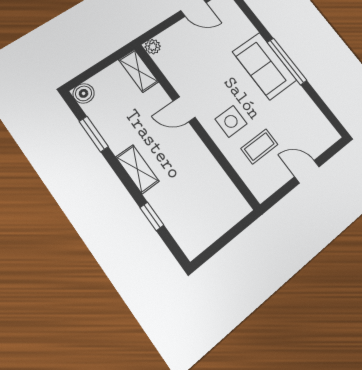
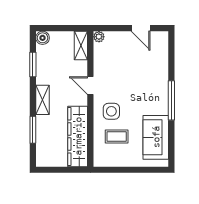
sofa: (265, 66) -> (156, 137), moved
door: (307, 172) -> (133, 170), removed
wardrobe: (214, 182) -> (78, 136), added
window: (152, 216) -> (33, 130), width x1.50

